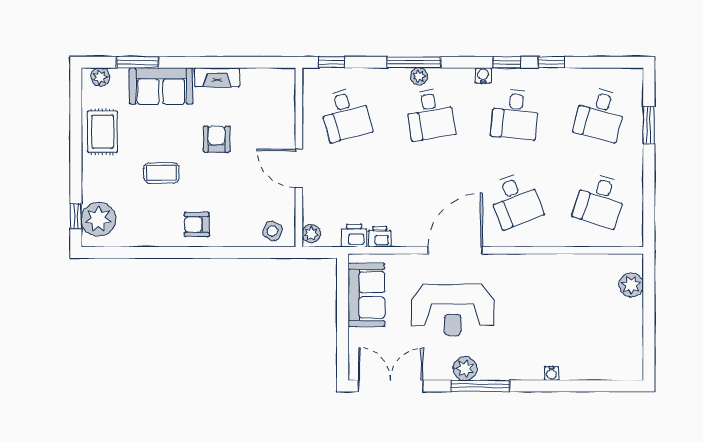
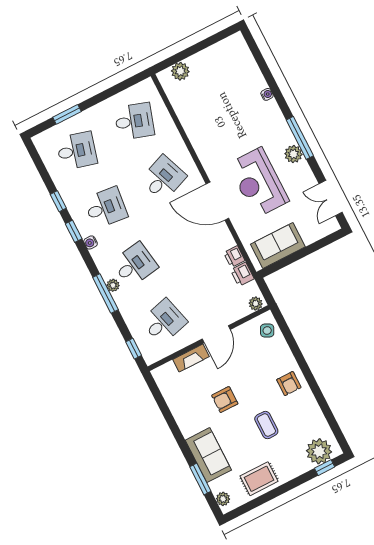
fireplace: (217, 77) -> (191, 358), moved, turned 90
reception desk: (453, 310) -> (258, 183), turned 180
double door: (391, 386) -> (331, 198), width x0.73

